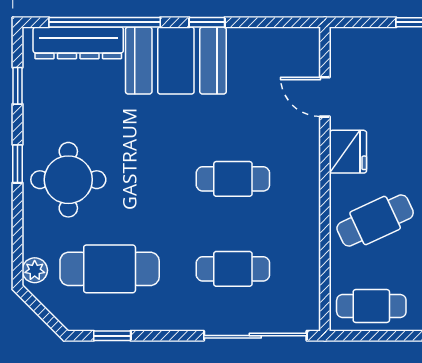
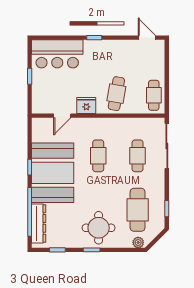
booth: (176, 60) -> (53, 173), width x1.36, depth x1.42
cafe table: (375, 221) -> (116, 94), turned 35

